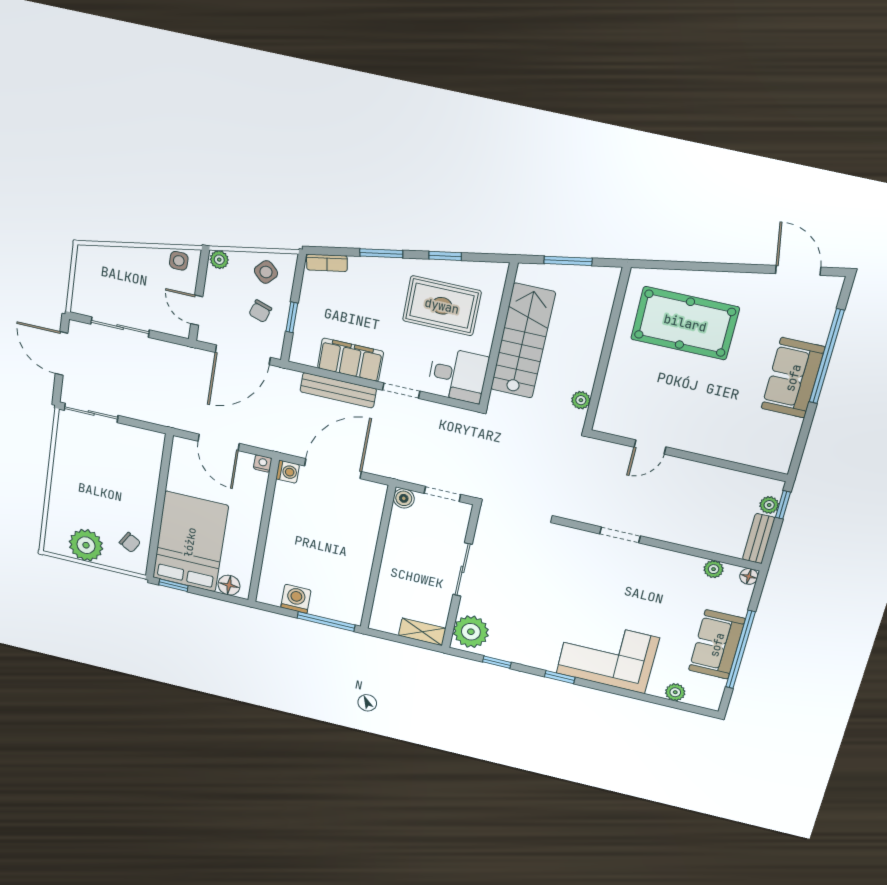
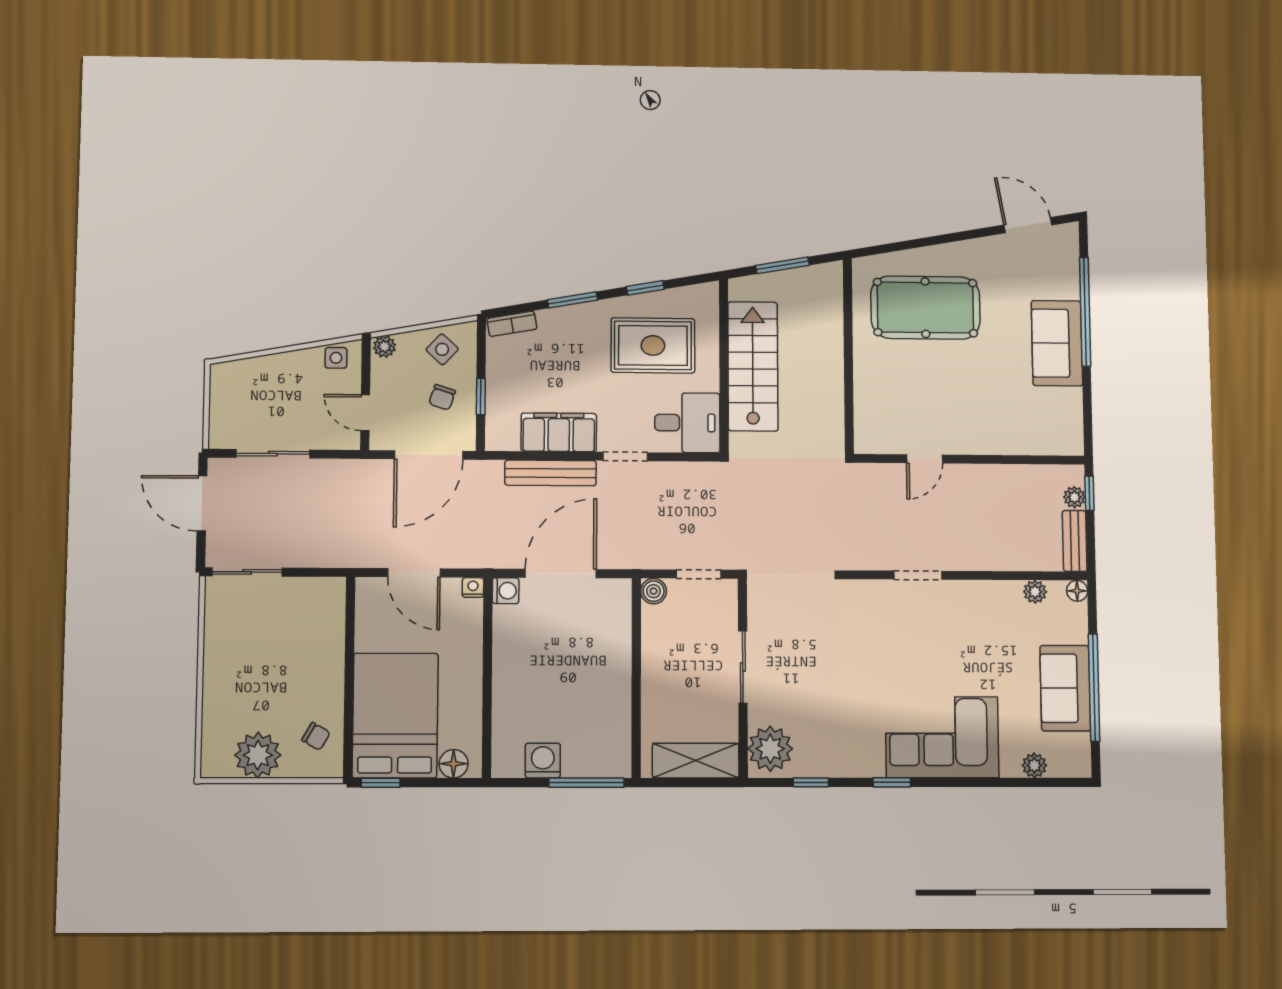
plant: (581, 400) -> (834, 421), removed
shelving: (422, 632) -> (696, 761), width x1.50, depth x1.33

